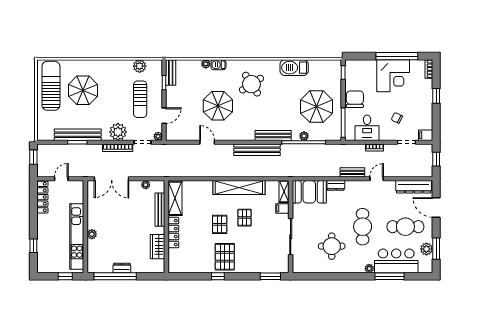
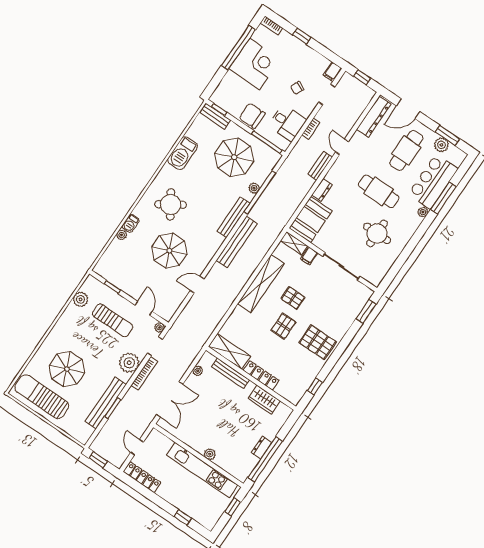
bench: (171, 72) -> (215, 116), moved
pallet: (220, 224) -> (283, 326), turned 90
window: (218, 276) -> (315, 386), moved

